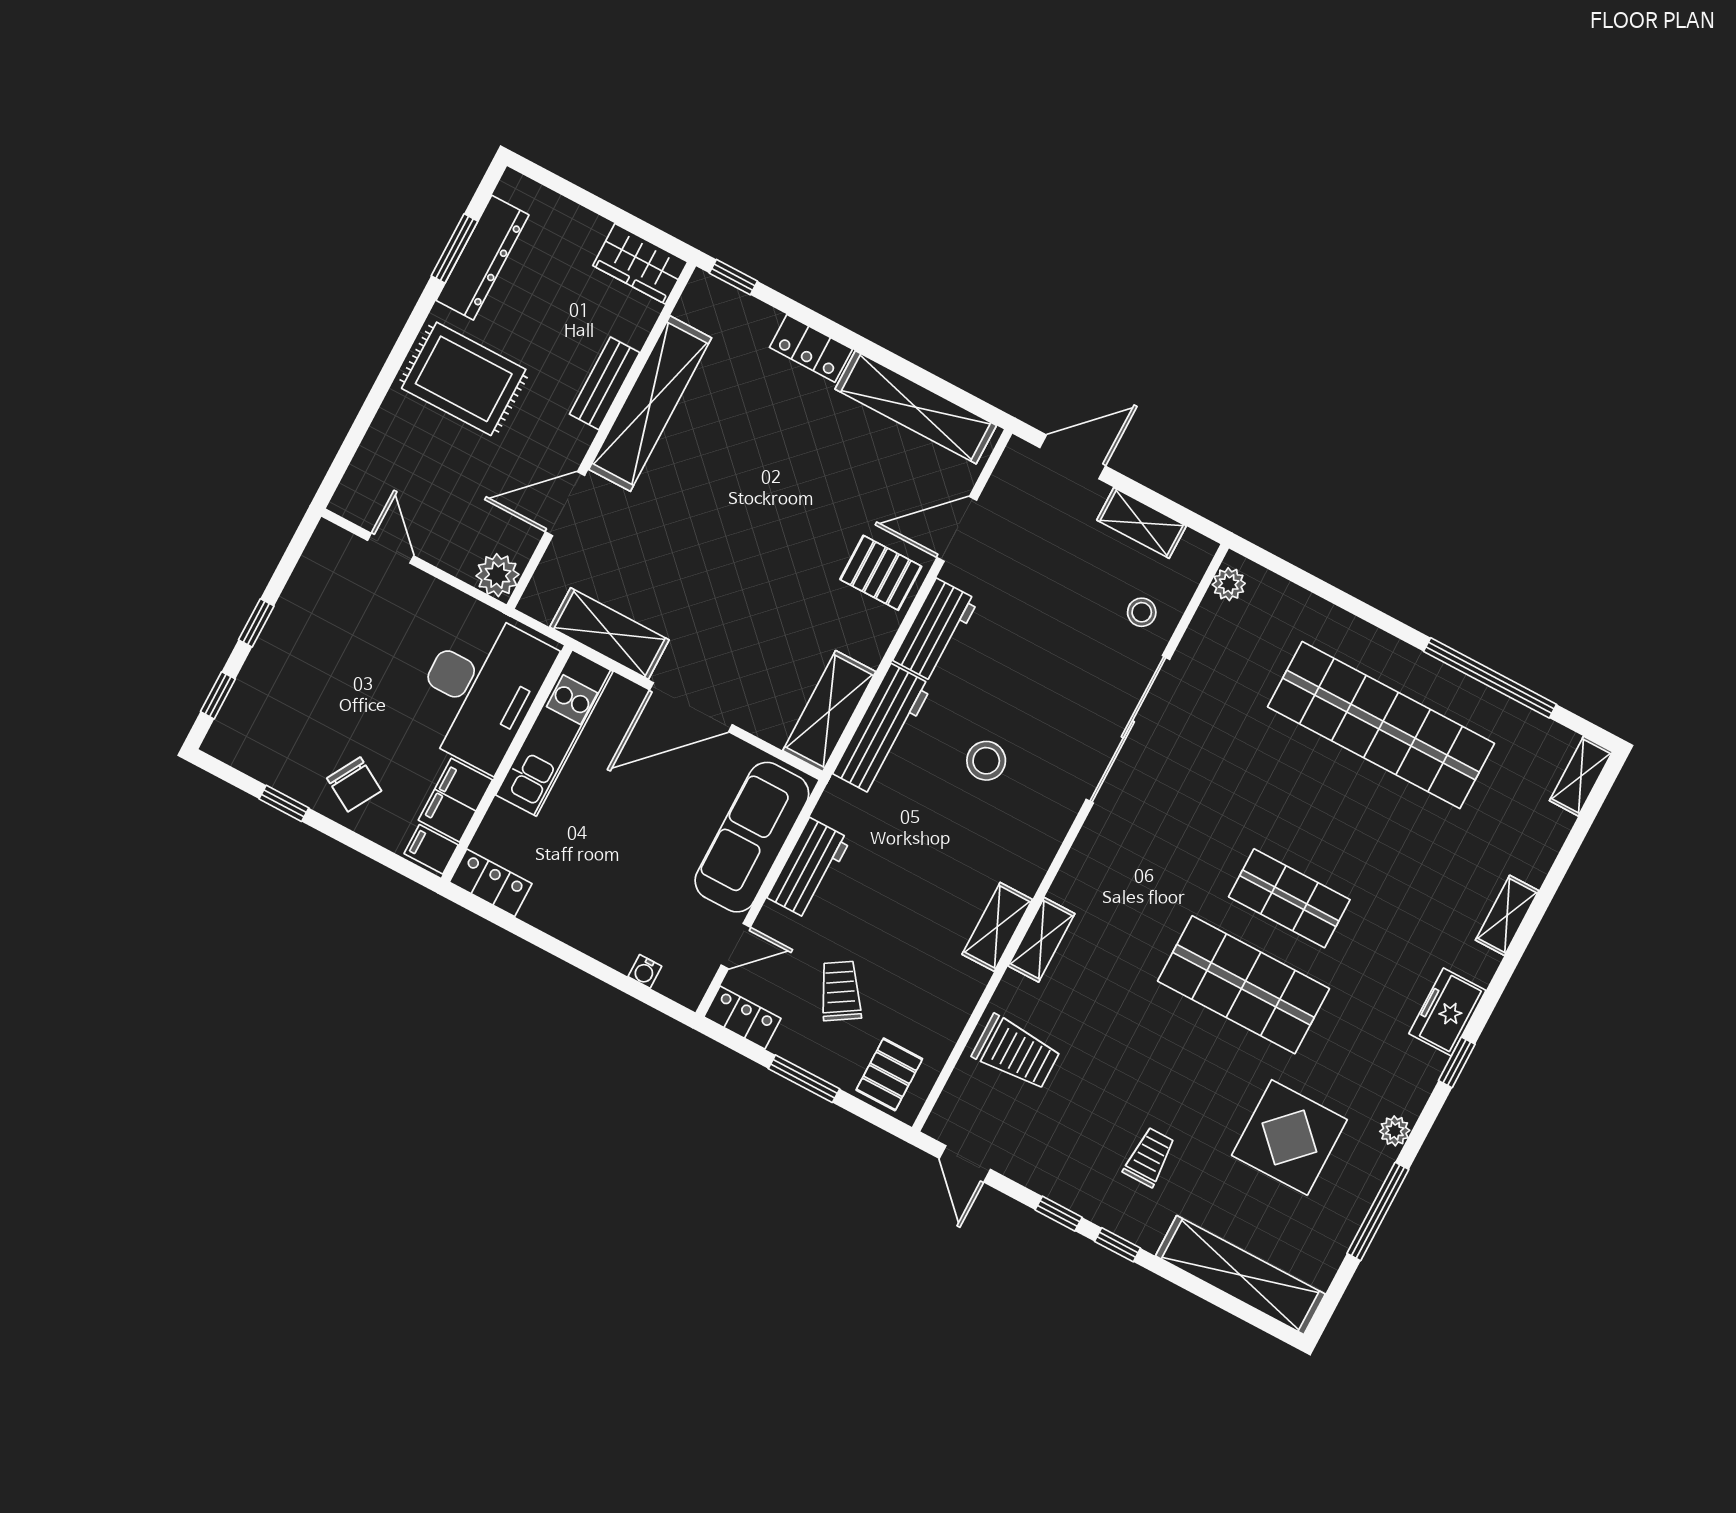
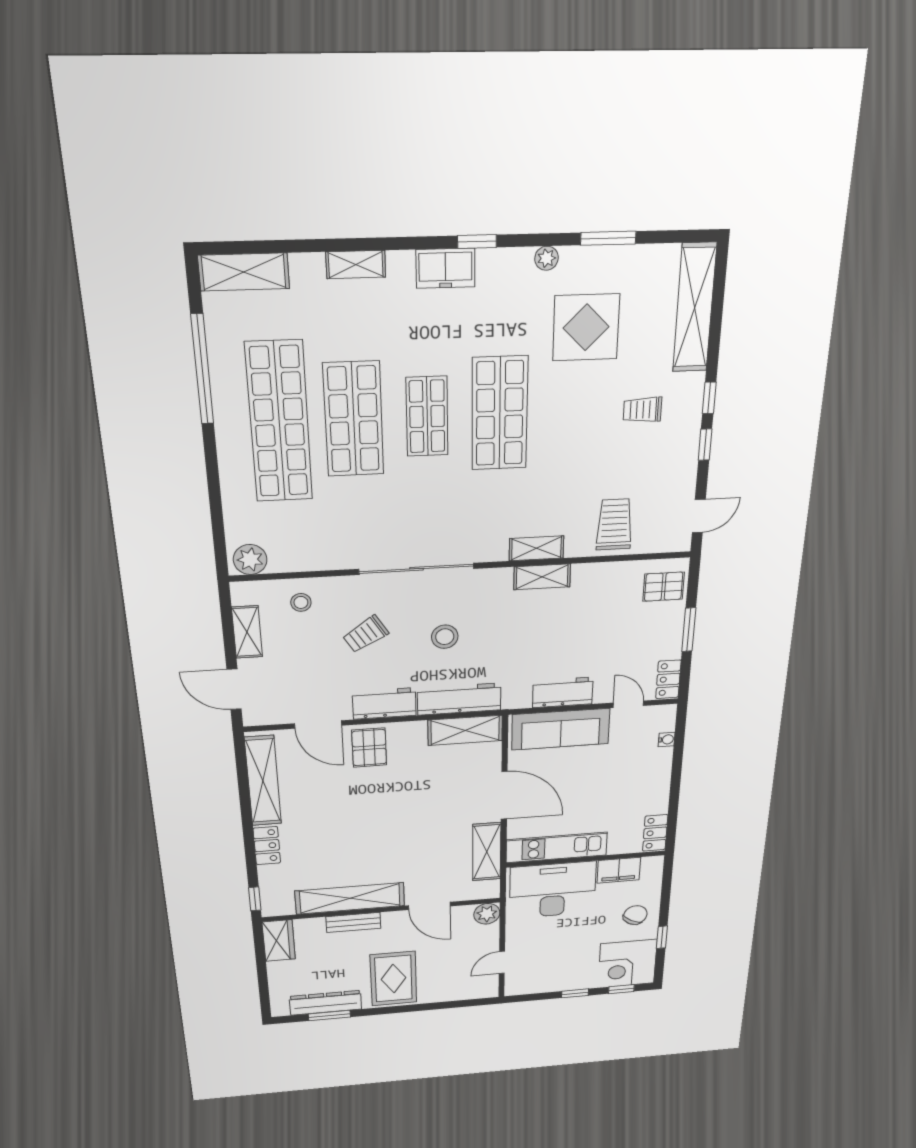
plant: (1229, 584) -> (250, 560), width x1.38, depth x1.38
corner desk: (265, 729) -> (627, 964), added
sliding door: (1128, 729) -> (416, 569), moved
shelving: (1581, 776) -> (244, 272), width x1.50, depth x1.33
shop shelf: (1335, 812) -> (354, 419), added
filing cabinet: (431, 849) -> (651, 867), removed
trolley: (841, 991) -> (365, 634), moved
window: (1378, 1211) -> (608, 238), width x0.69

